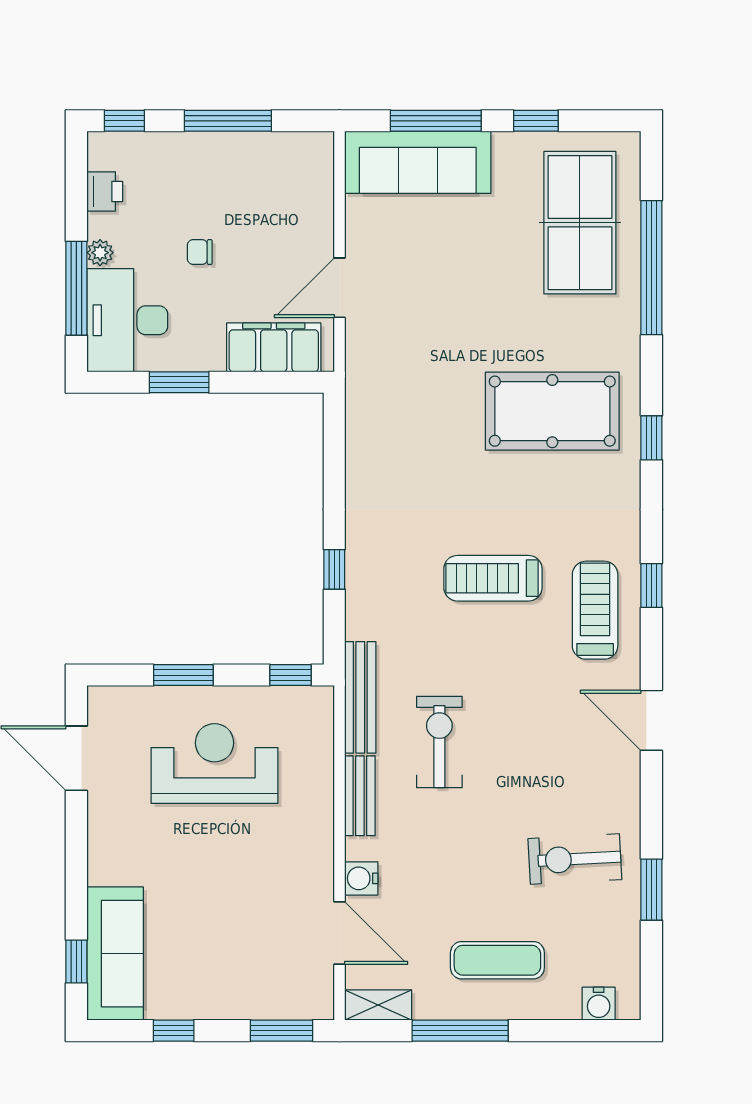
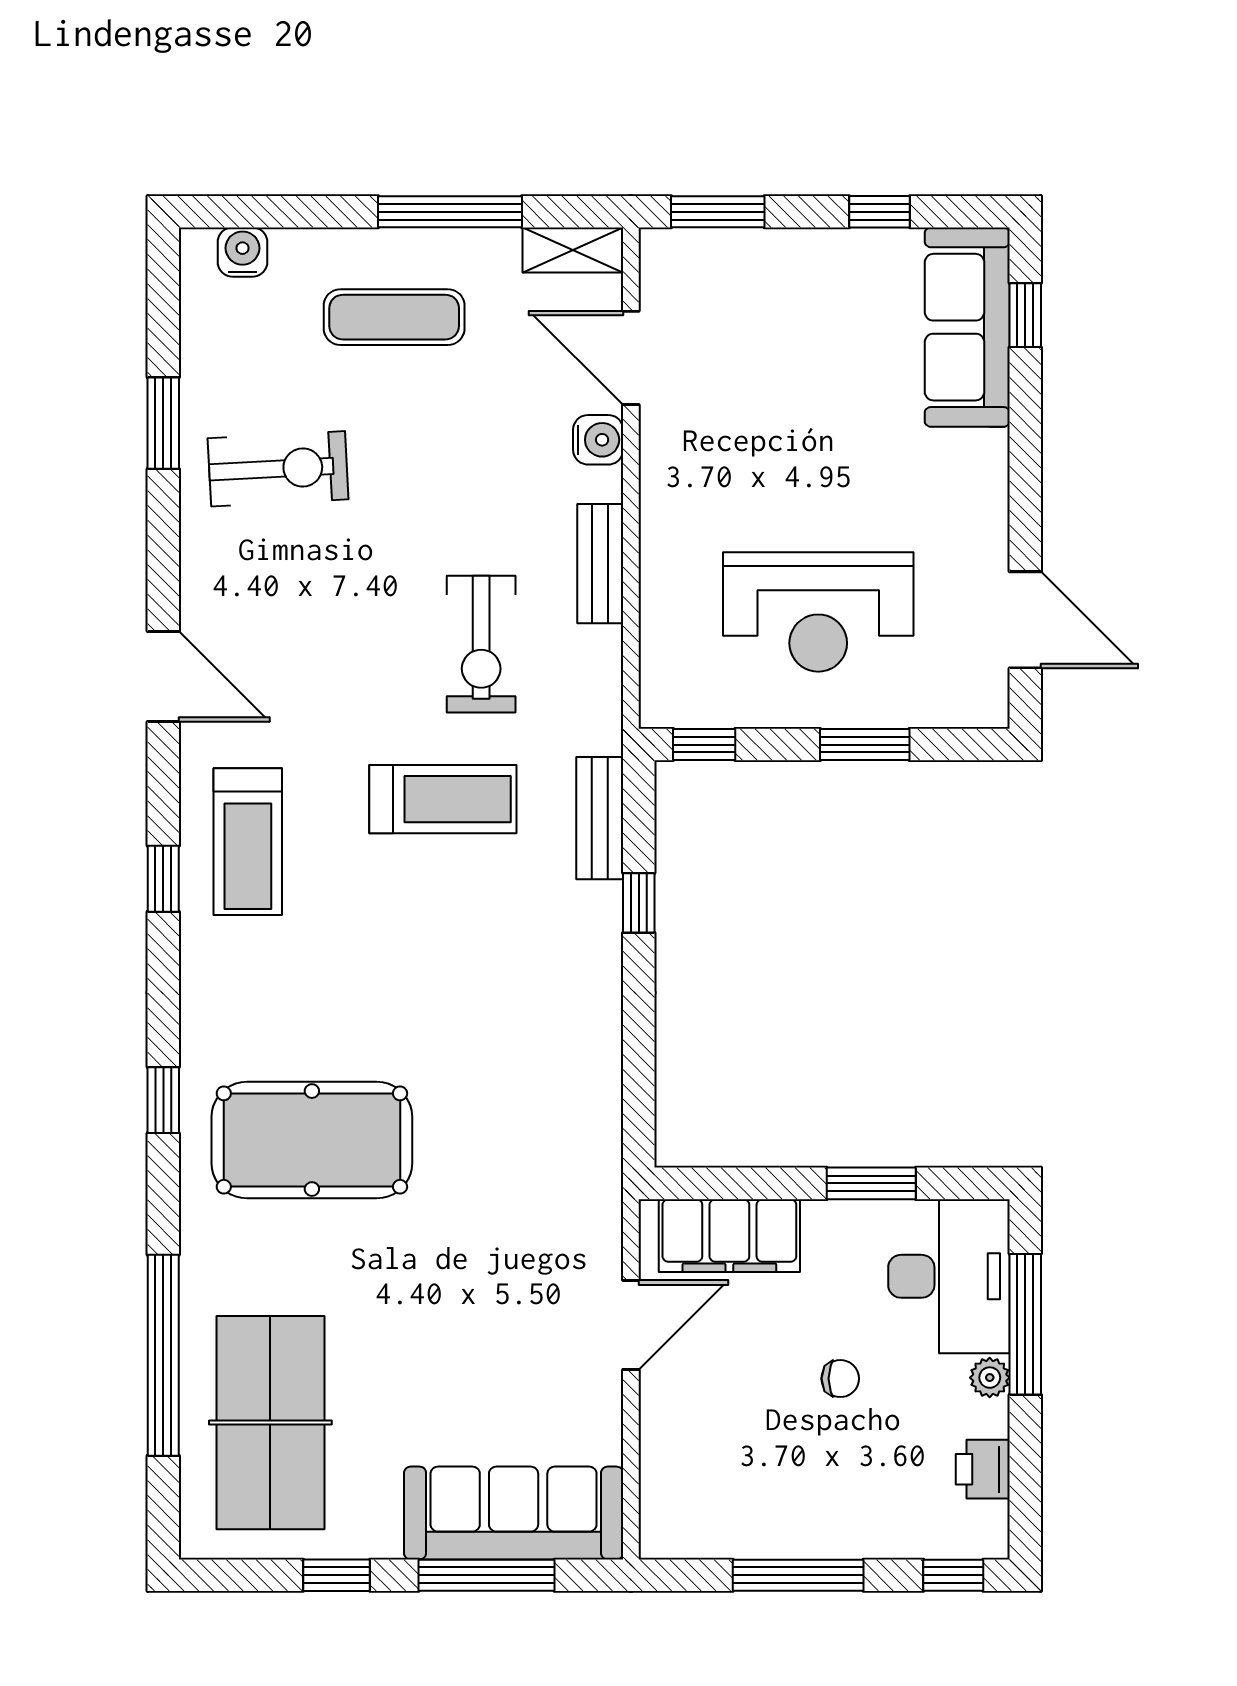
treadmill: (493, 578) -> (443, 799), moved
bench: (360, 697) -> (600, 818), moved, width x0.73

